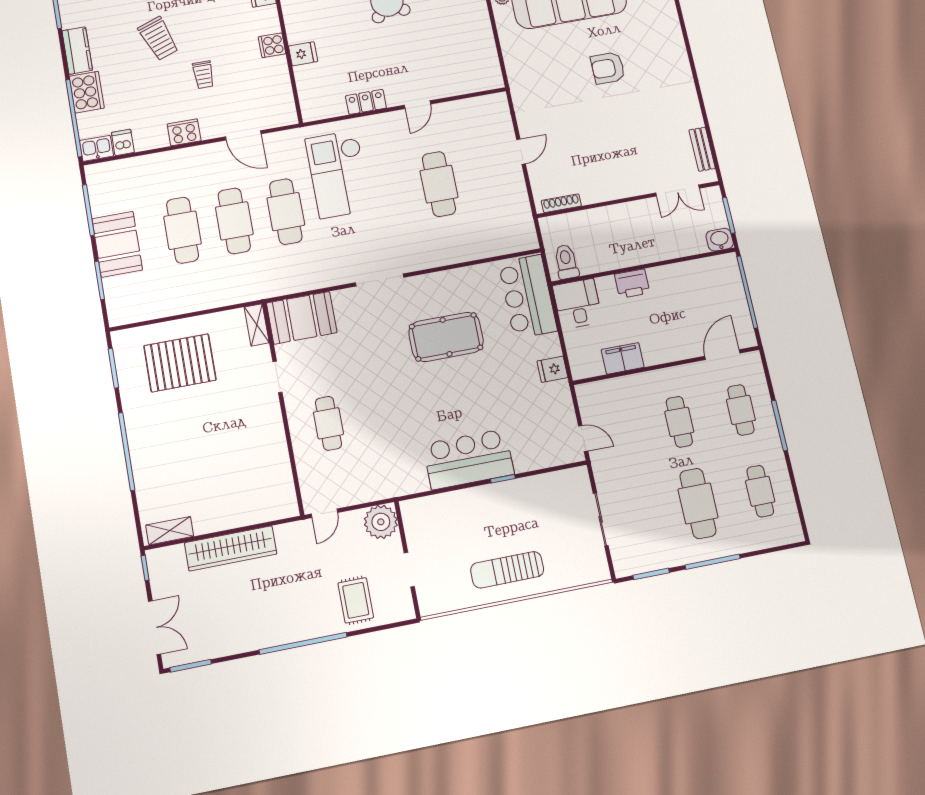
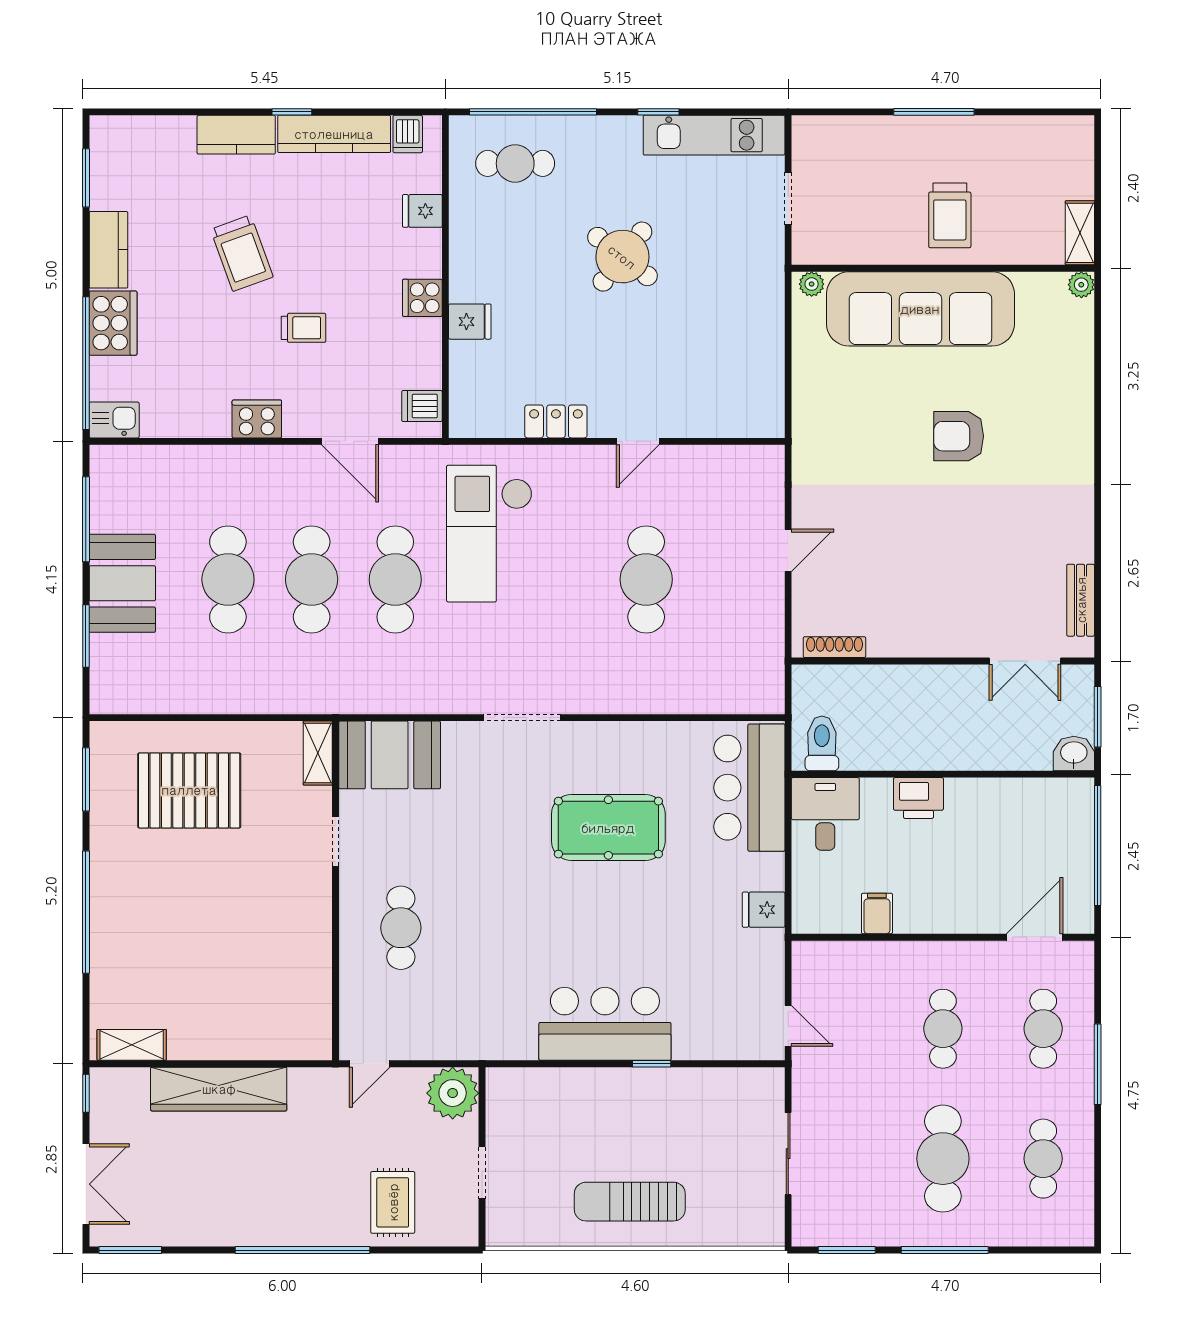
trolley: (203, 75) -> (304, 328), turned -90
dishwasher: (123, 142) -> (422, 406), moved, turned -90
filing cabinet: (623, 358) -> (877, 913), width x0.50

